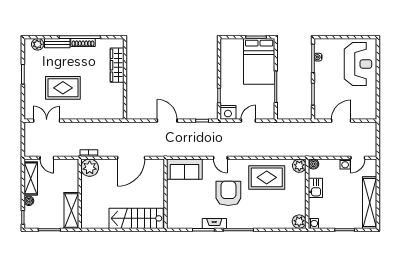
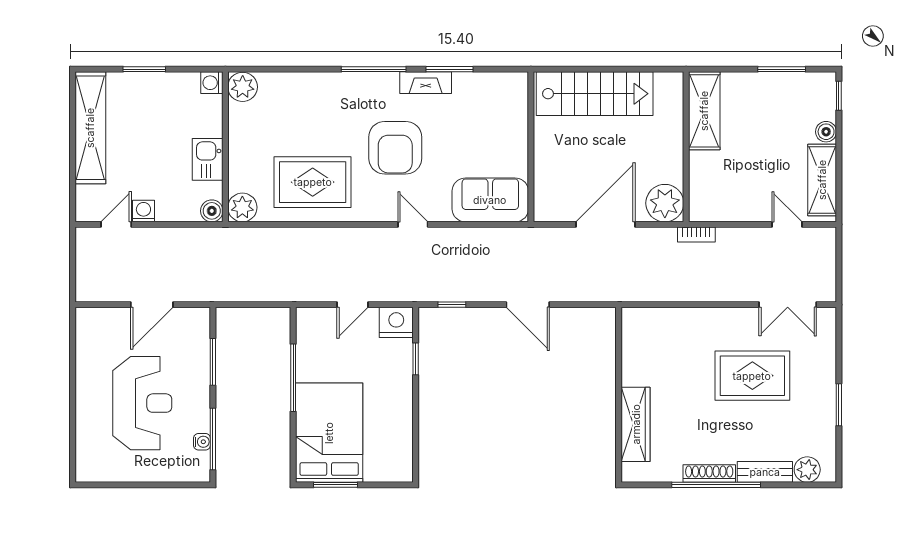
reception desk: (358, 64) -> (142, 403), moved, turned 180
plant: (90, 168) -> (665, 203), moved
wall: (80, 194) -> (686, 147), moved
shelving: (71, 210) -> (704, 111), moved

